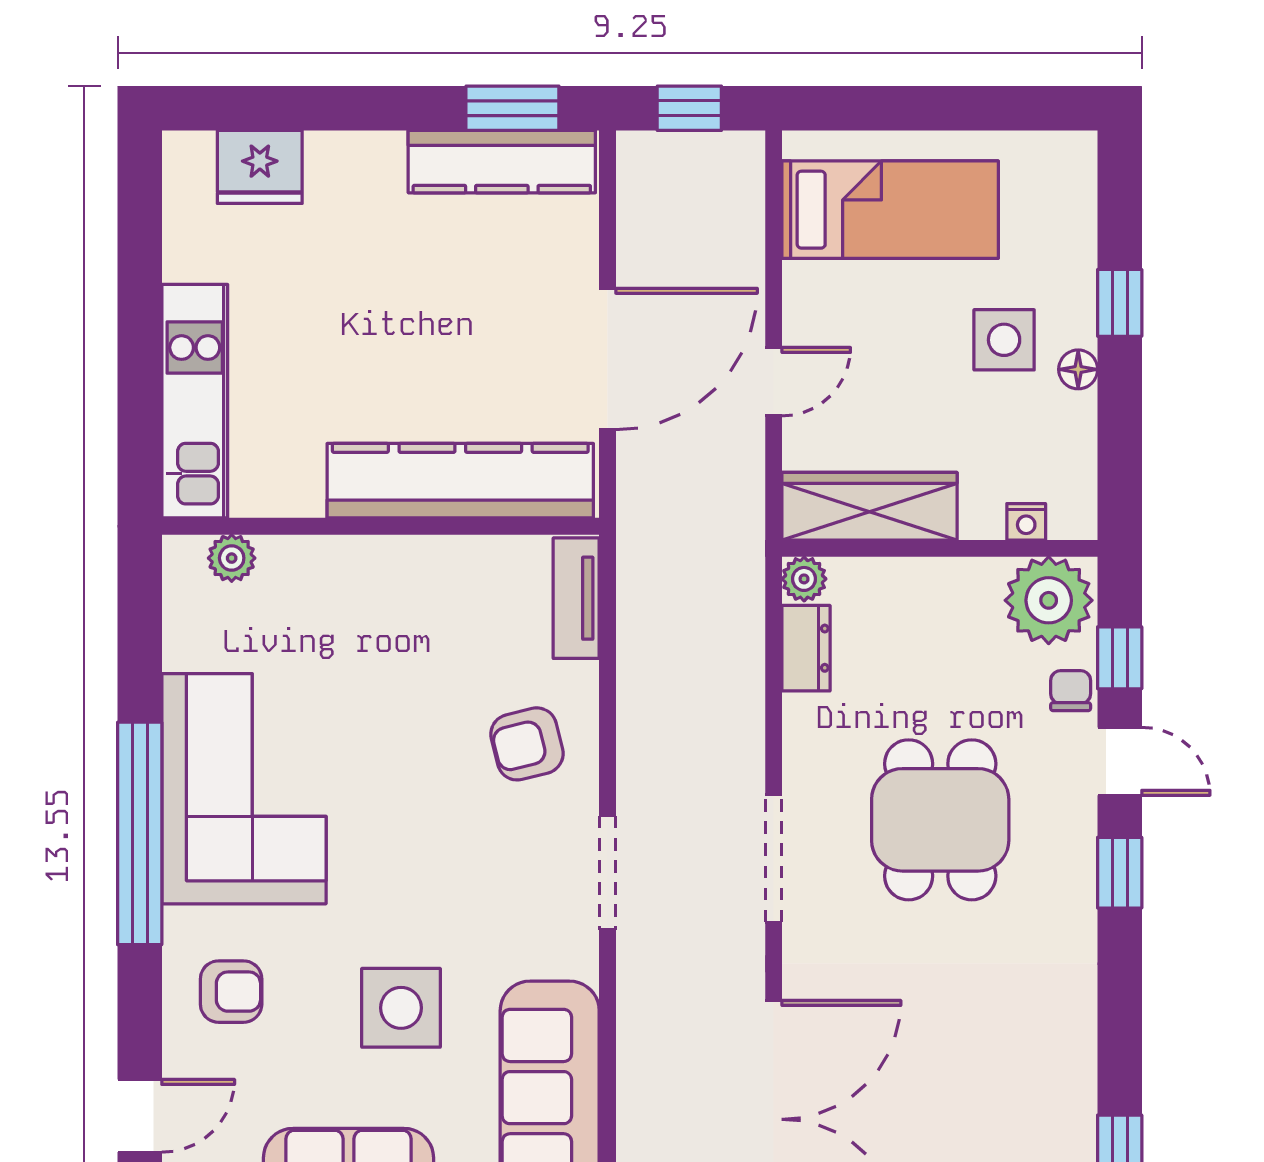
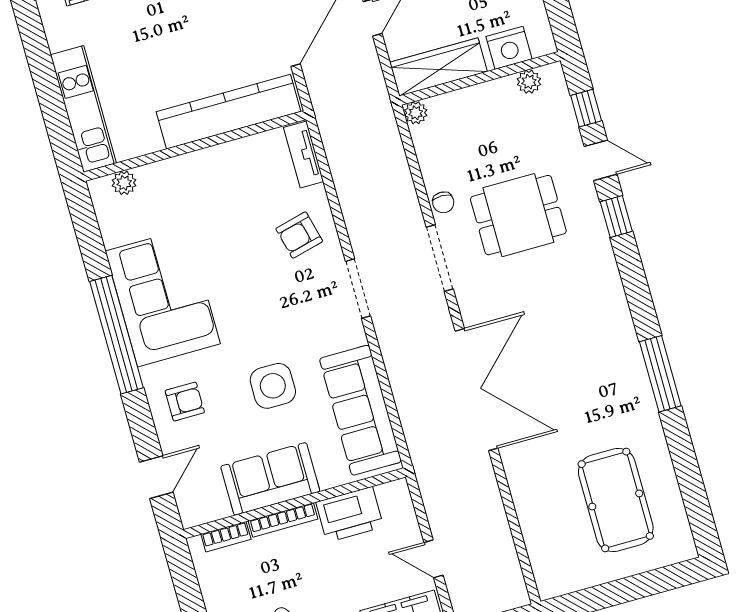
nightstand: (1026, 522) -> (509, 48), width x1.89, depth x1.79
plant: (1049, 600) -> (529, 82), width x0.53, depth x0.53
dresser: (806, 648) -> (426, 147), removed
chair: (1071, 691) -> (443, 202), moved, turned 180
dining table: (940, 820) -> (518, 215), turned 90

